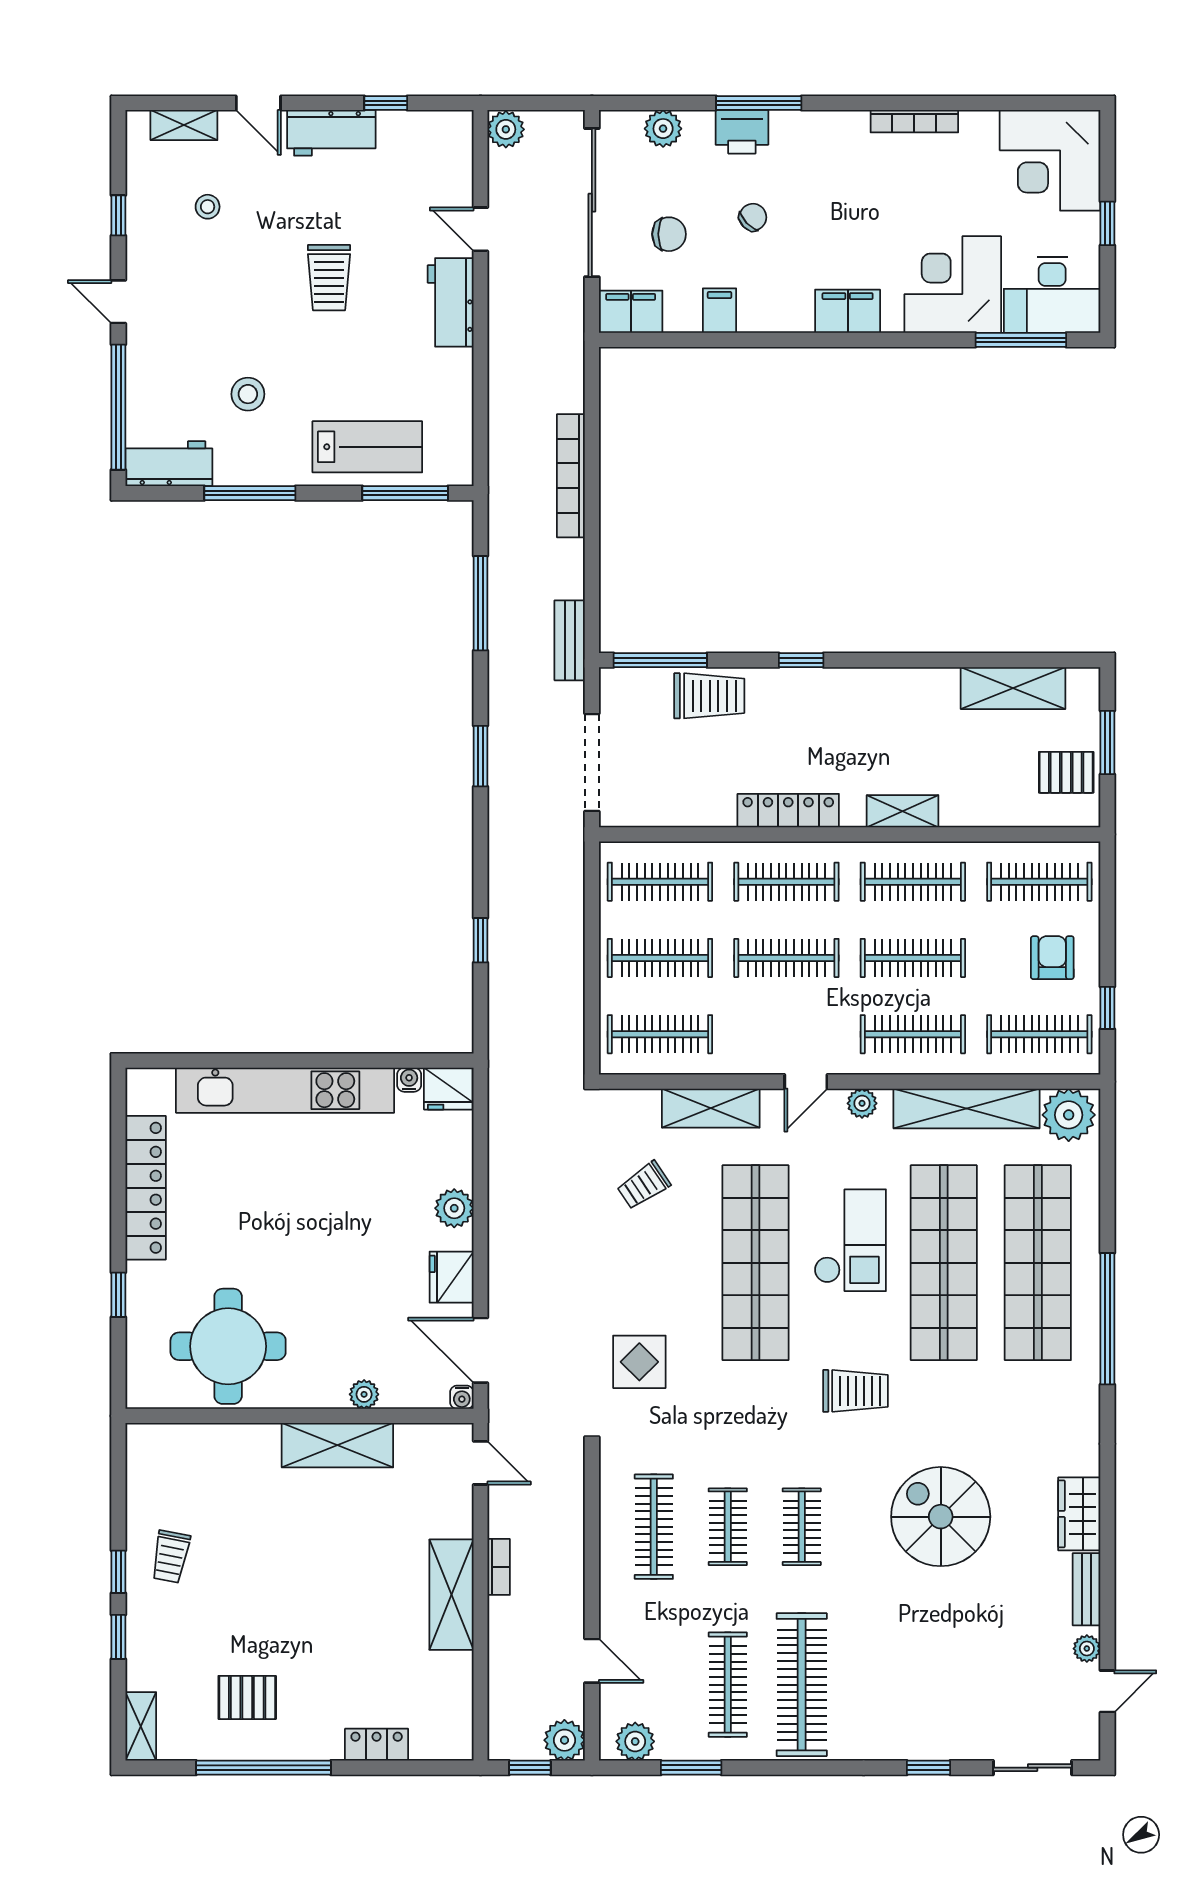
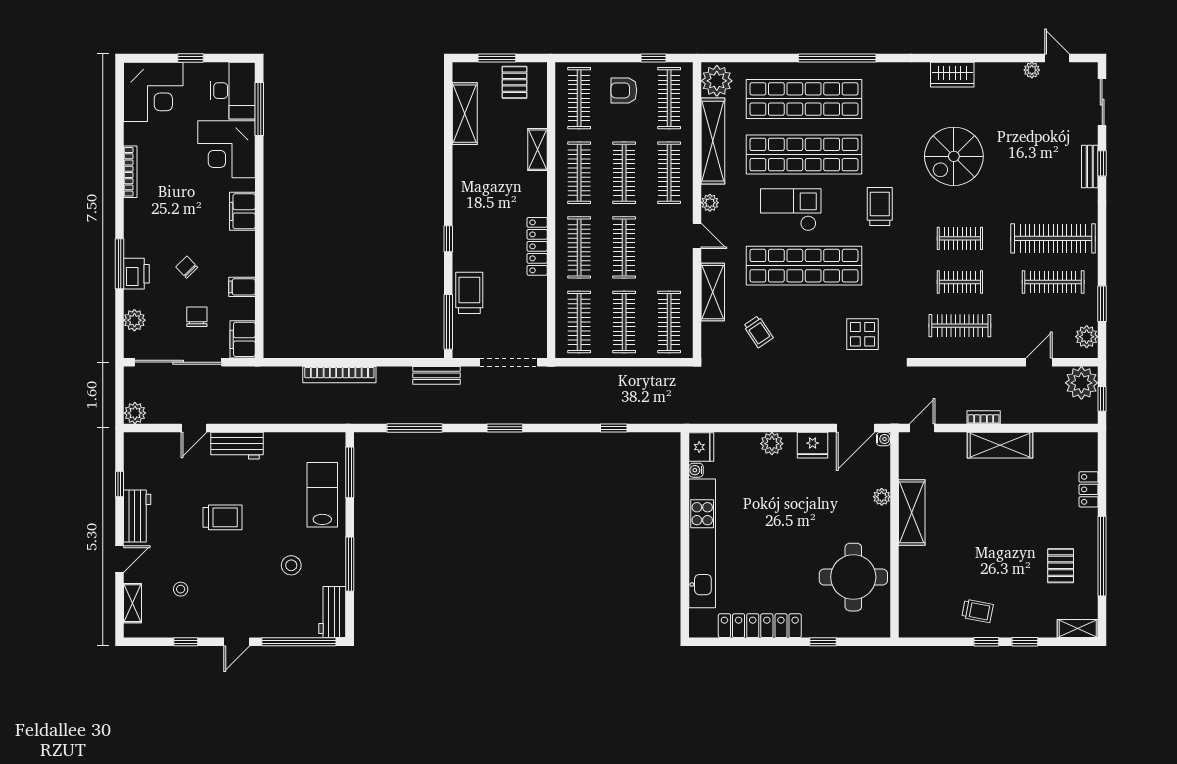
shelving: (903, 811) -> (537, 150), moved
bench: (1087, 1589) -> (1090, 167), moved, turned 90
plant: (564, 1740) -> (1081, 383), width x1.36, depth x1.36

